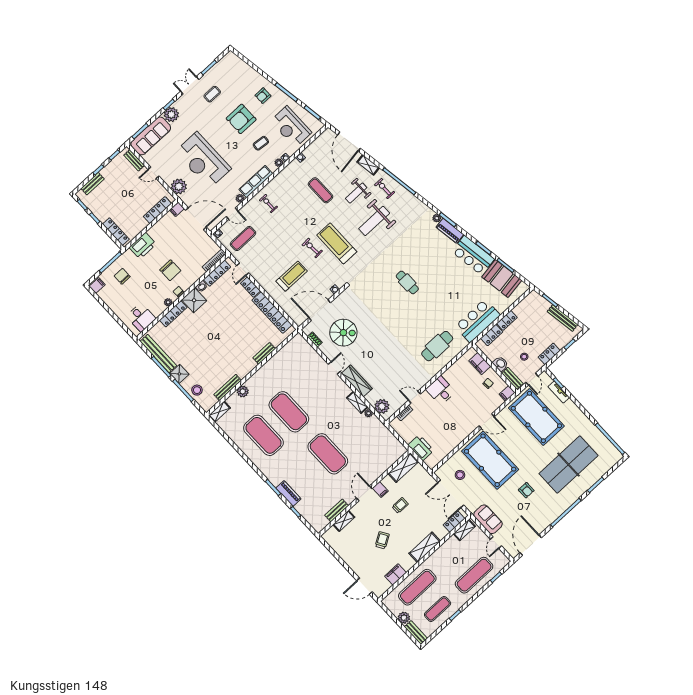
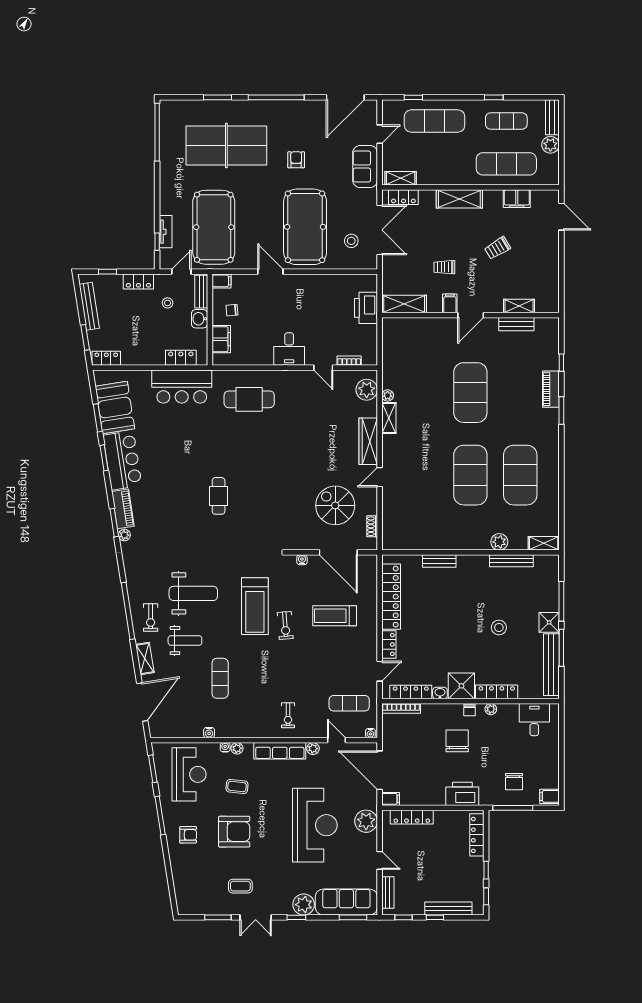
bench: (93, 184) -> (448, 909), width x1.36
locker: (507, 320) -> (106, 358), moved
stool: (197, 390) -> (499, 627), moved

